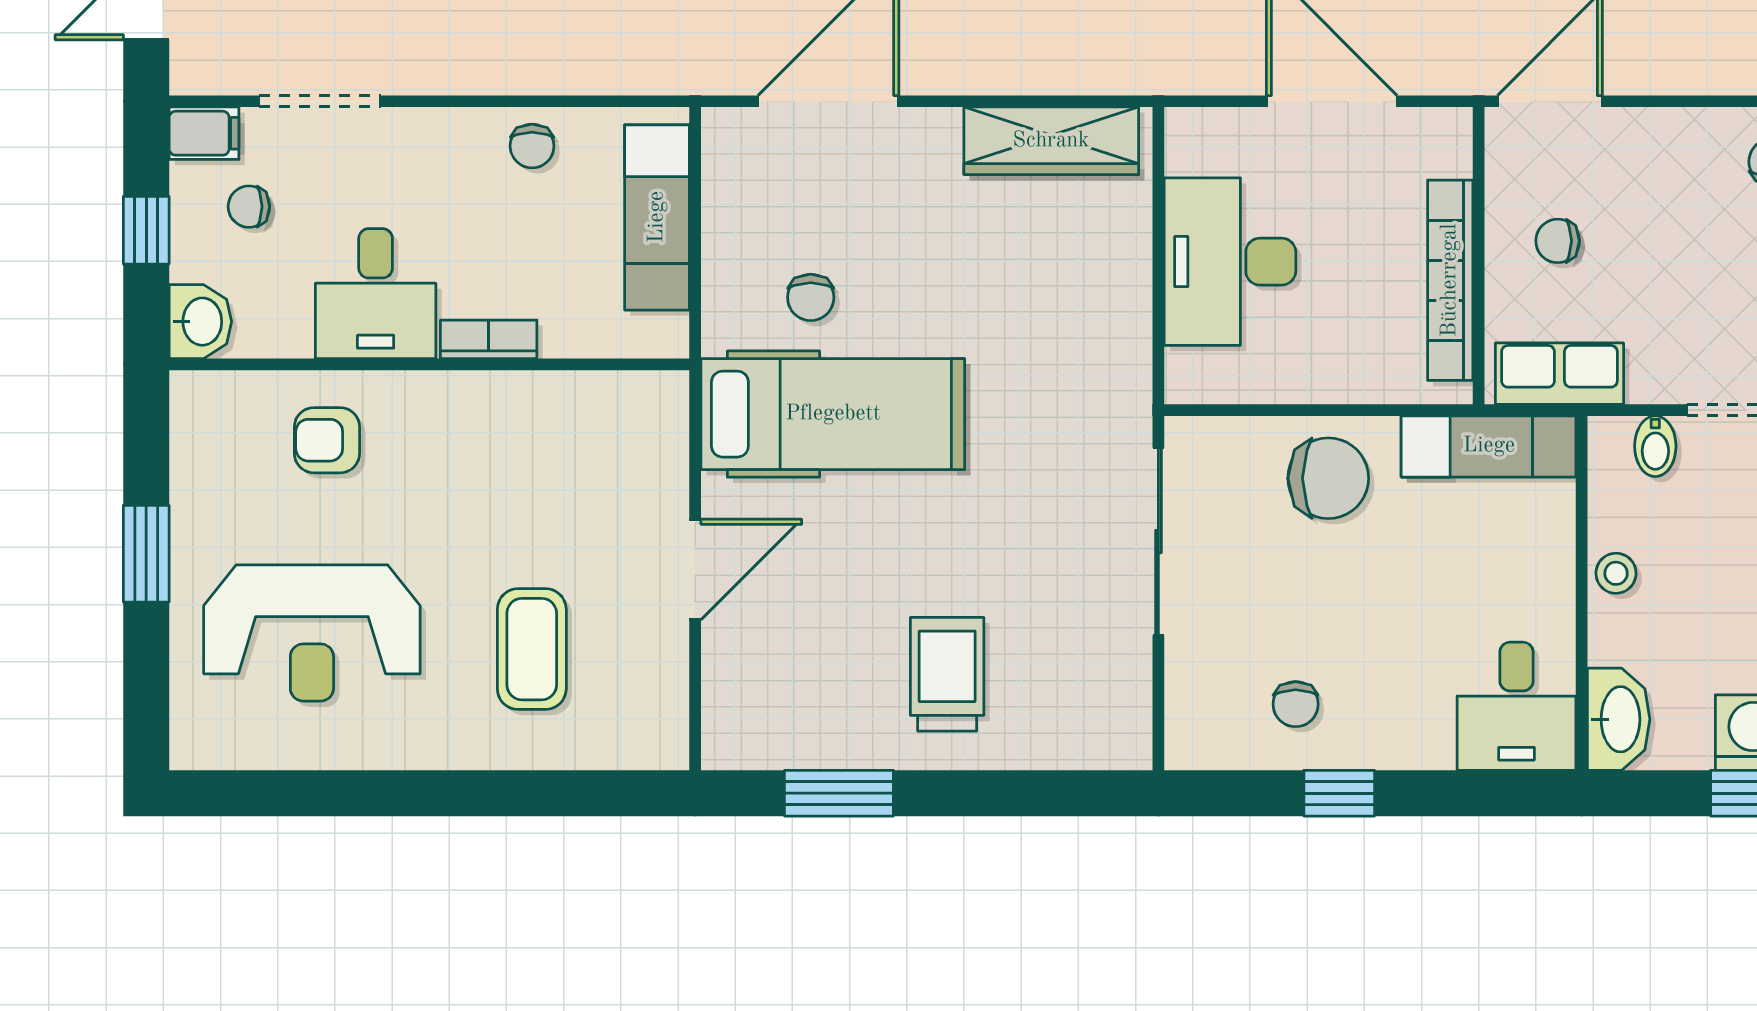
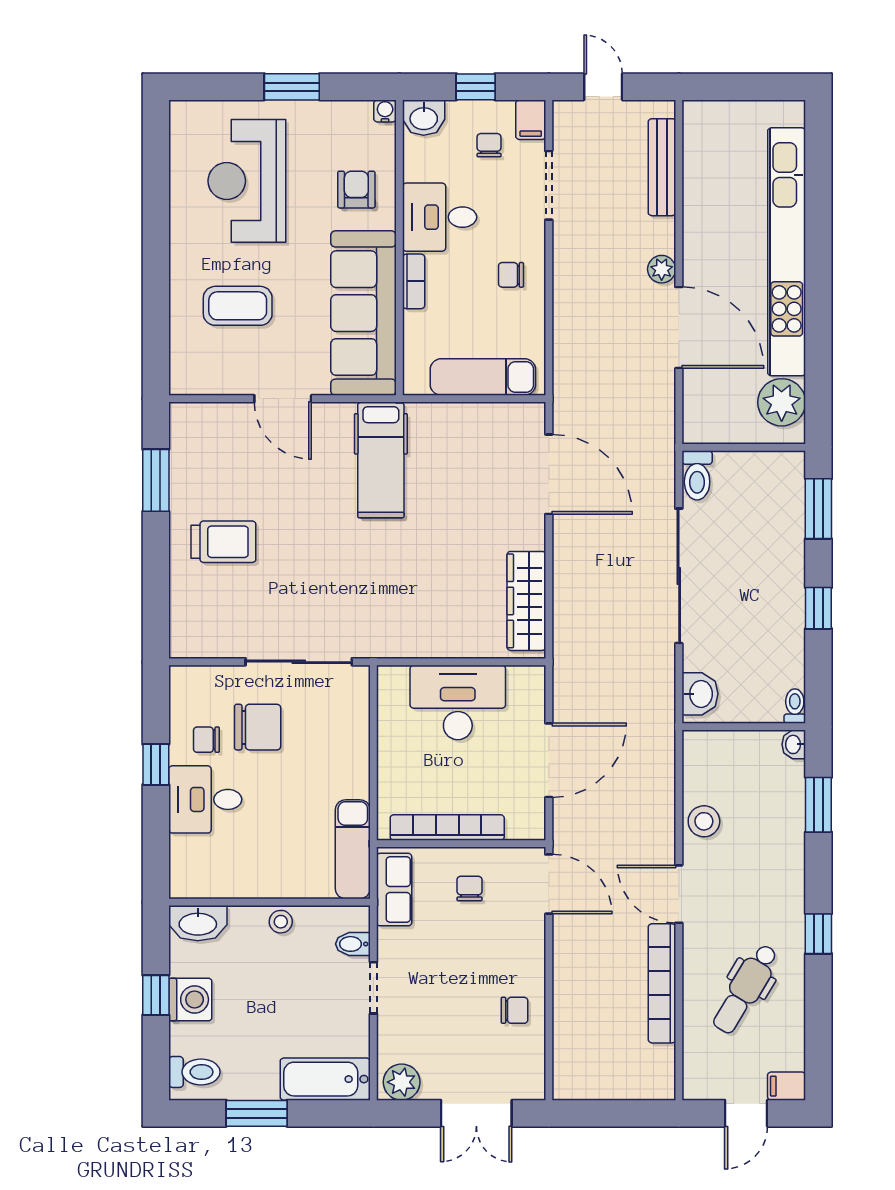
chair: (532, 146) -> (511, 275), moved
chair: (811, 297) -> (437, 464), removed
water cooler: (189, 390) -> (385, 111), added
hospital bed: (833, 414) -> (381, 460), width x0.73, depth x0.78
sofa: (545, 428) -> (363, 313), added
chair: (1328, 478) -> (258, 727), moved, turned -90
desk: (1516, 706) -> (205, 799), moved

